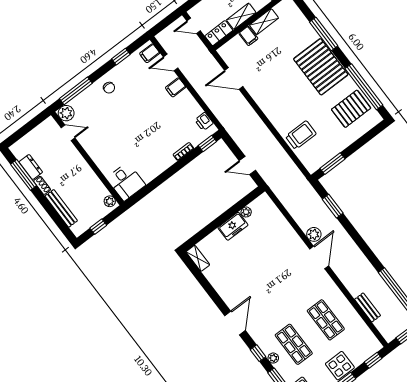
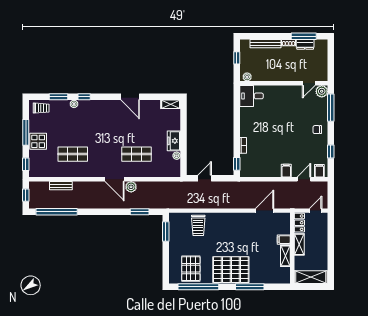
printer: (204, 122) -> (252, 172), removed
door: (235, 323) -> (130, 97), moved
shop shelf: (294, 344) -> (137, 154), moved

